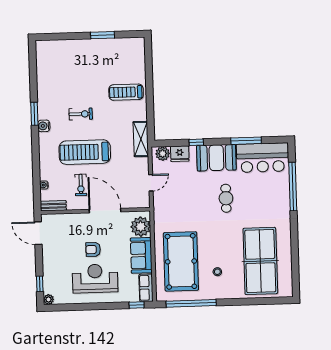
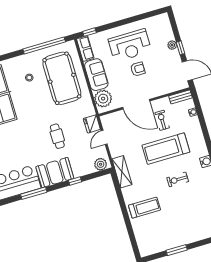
treadmill: (85, 152) -> (166, 149), turned 180
fridge: (180, 154) -> (92, 124), moved, turned -90
cafe table: (226, 198) -> (57, 136), moved
window: (40, 284) -> (181, 48), moved
plant: (49, 299) -> (172, 45), moved

